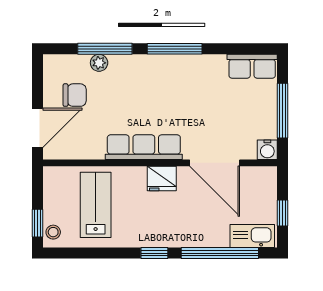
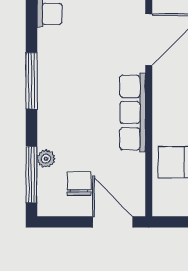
window: (105, 49) -> (31, 174), moved
fridge: (162, 178) -> (165, 94), removed

